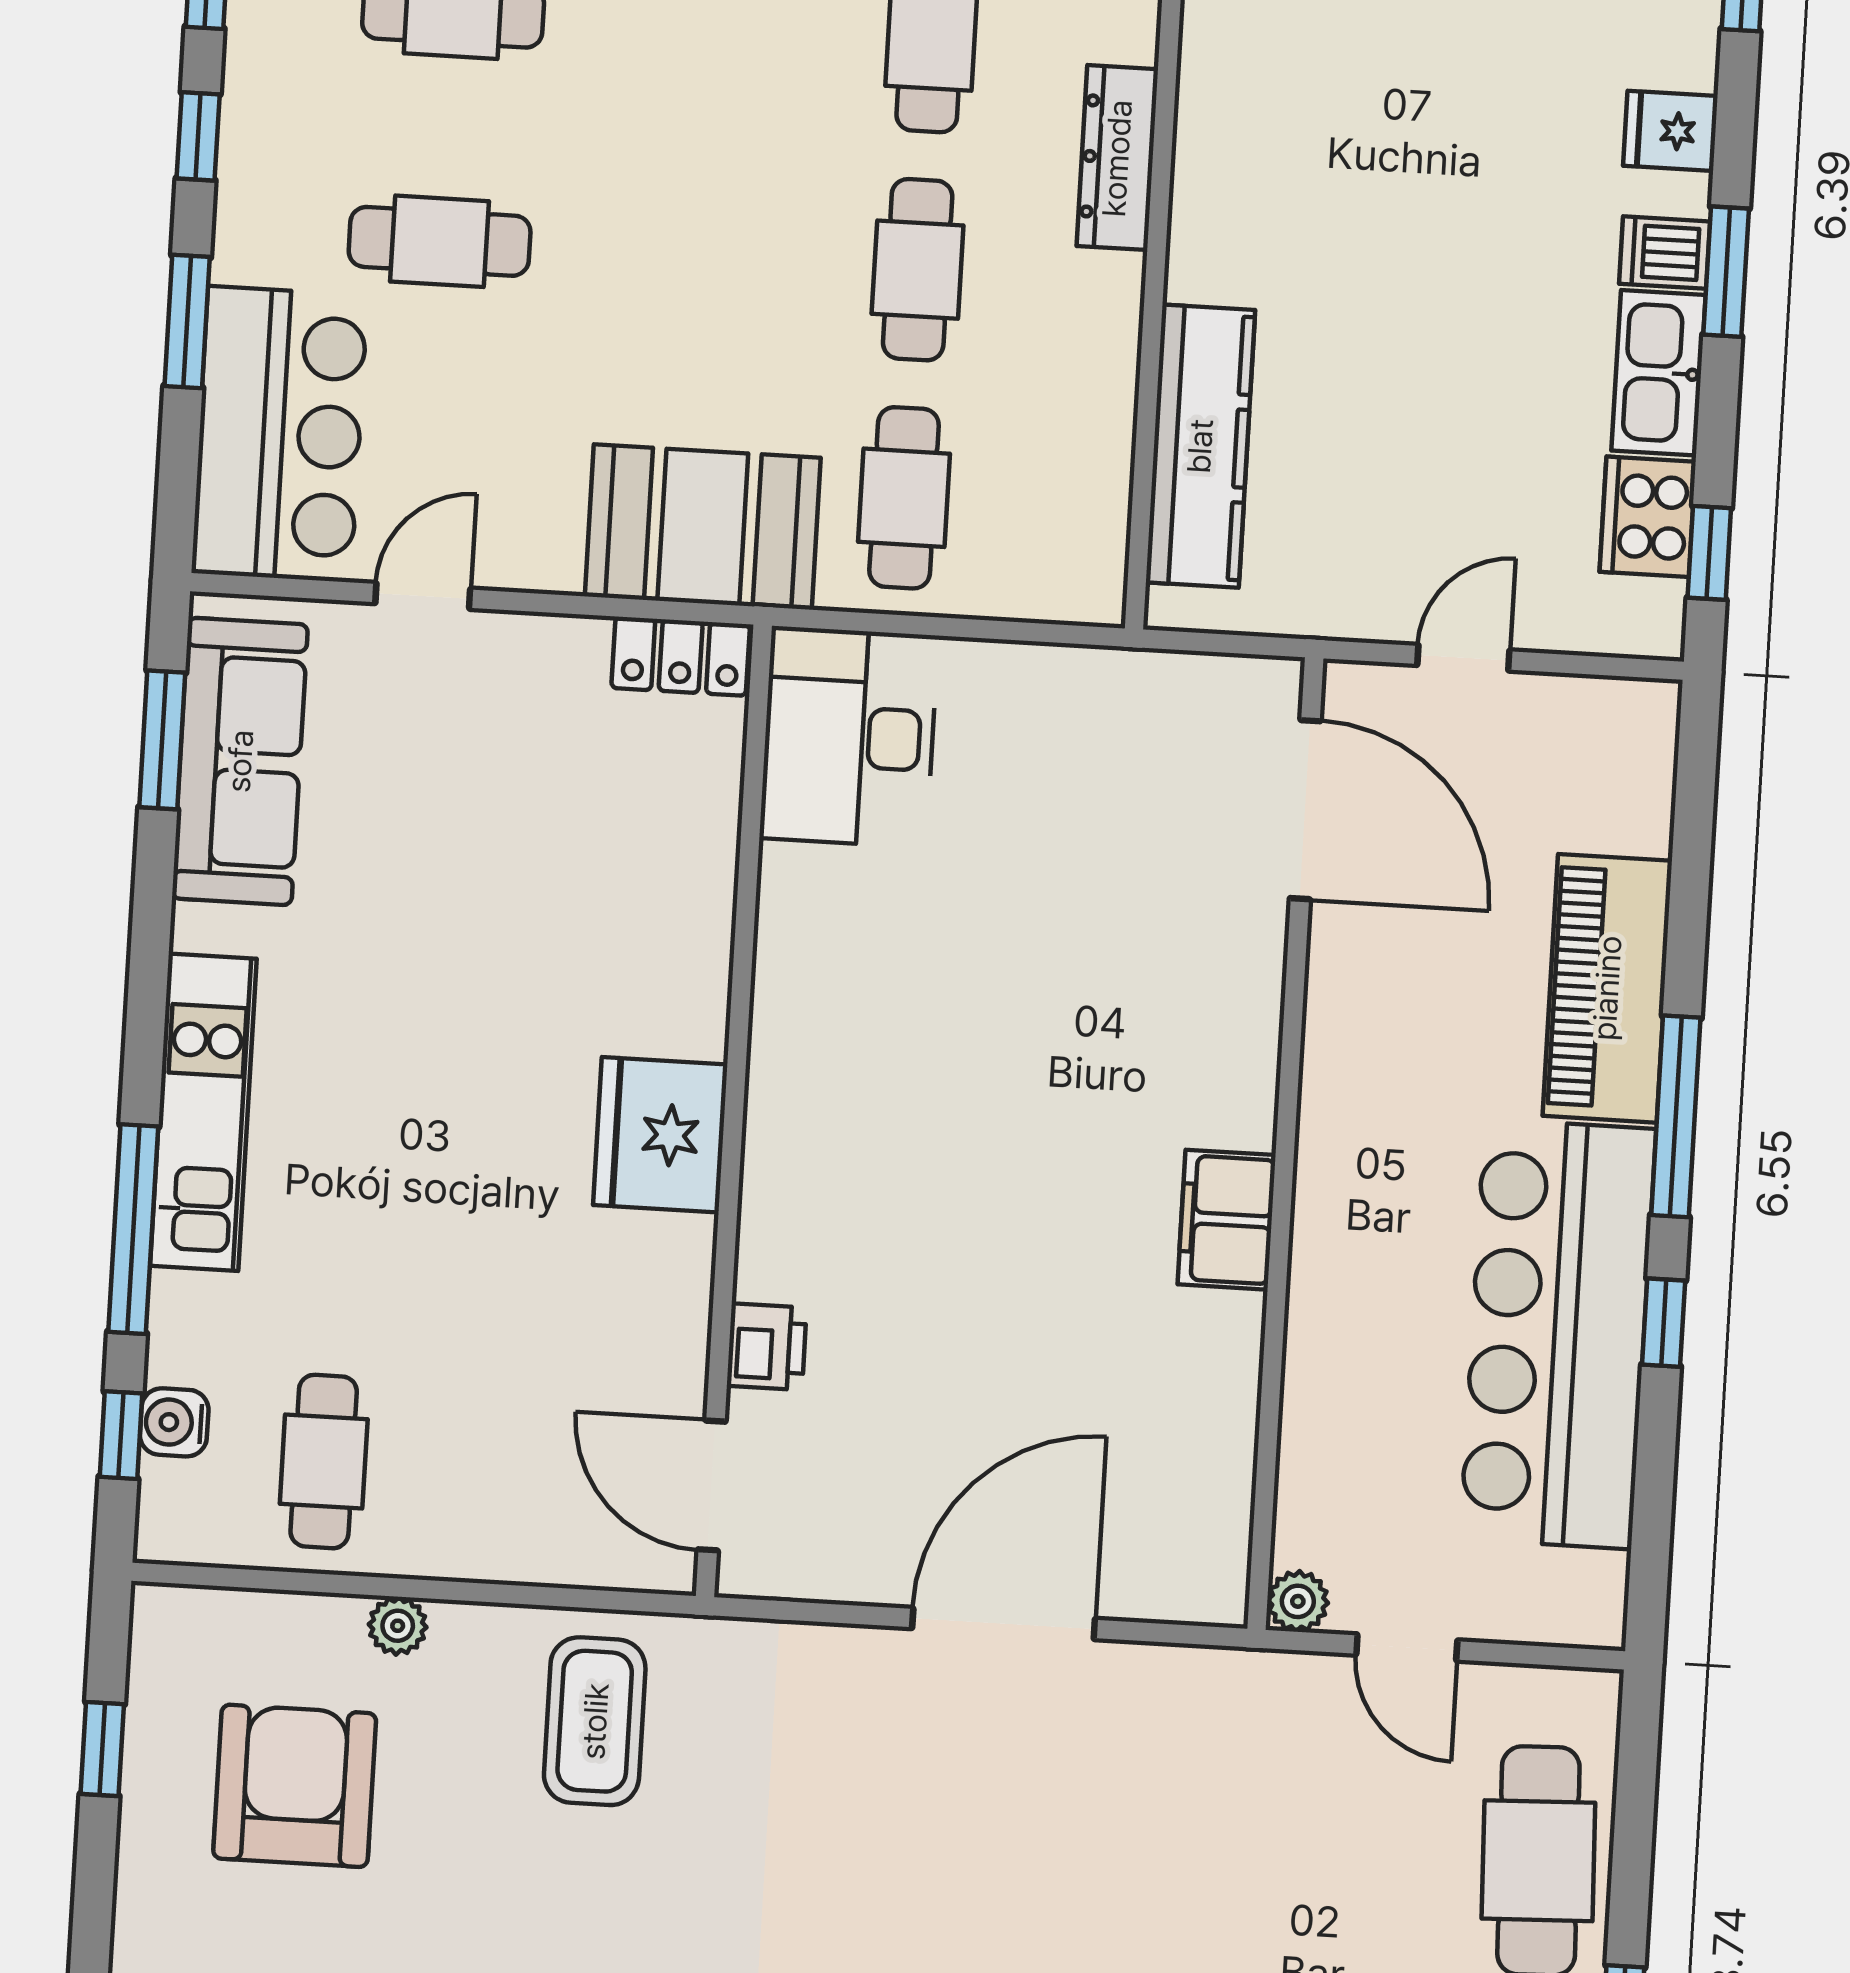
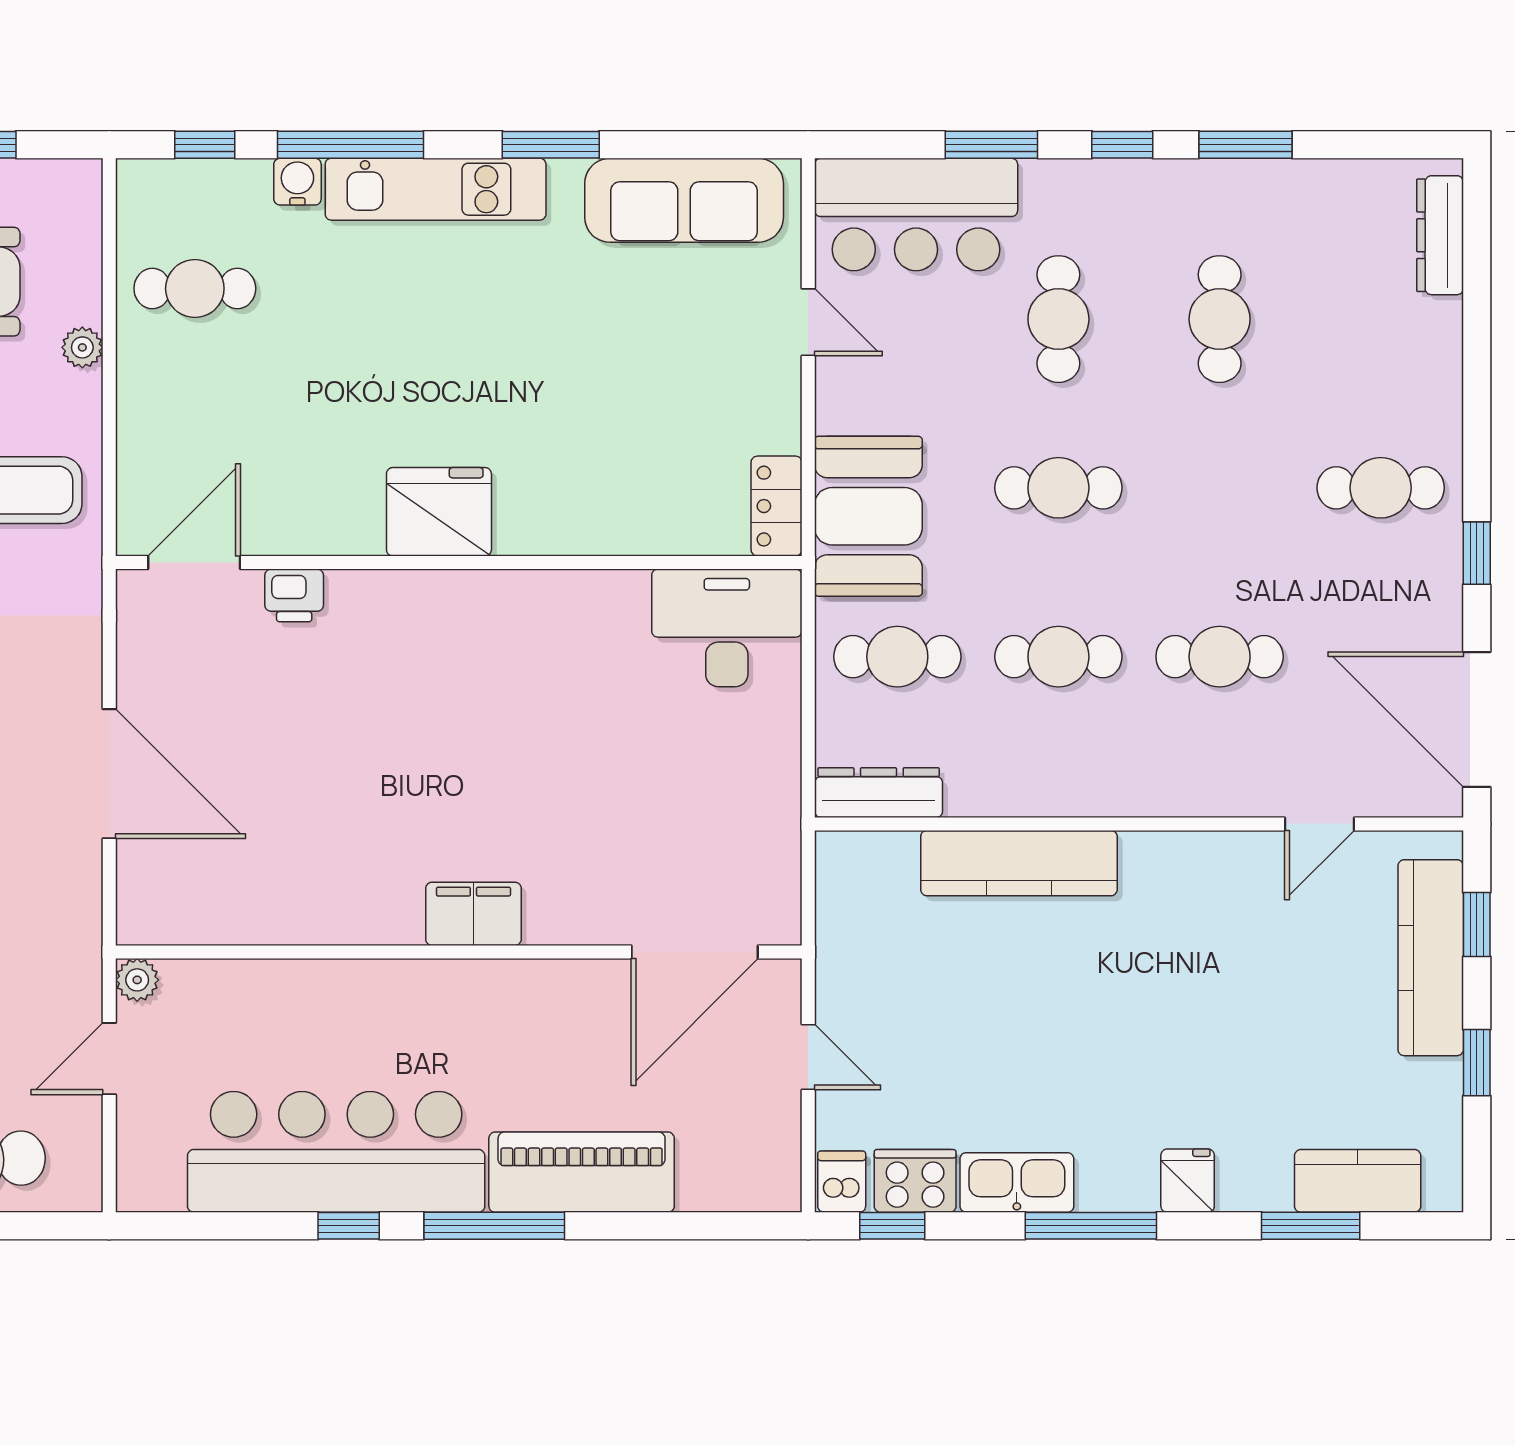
dresser: (1117, 158) -> (879, 793), moved
dishwasher: (1665, 253) -> (842, 1182), moved
cafe table: (679, 255) -> (1058, 488), added
window: (1726, 272) -> (1091, 1226), width x1.44
kitchen counter: (1200, 446) -> (1019, 863), moved
window: (162, 740) -> (551, 145), moved
filing cabinet: (1227, 1220) -> (473, 914), moved
water cooler: (174, 1422) -> (297, 182), moved

